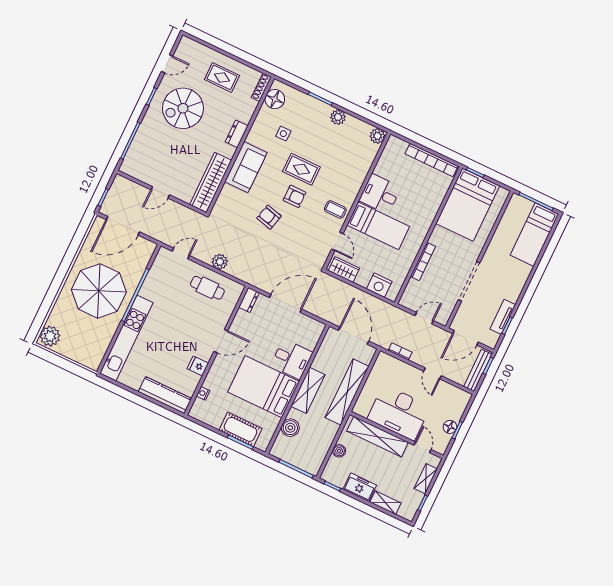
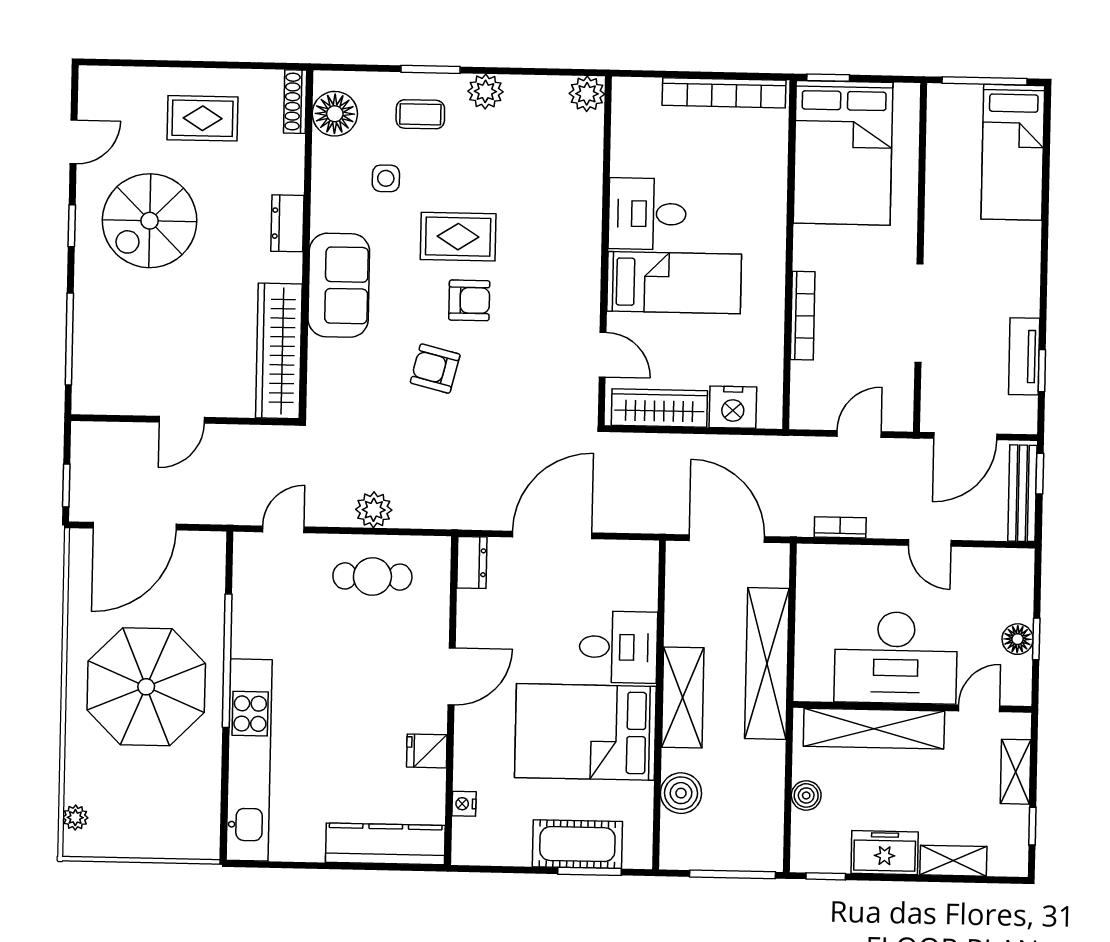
coffee table: (335, 209) -> (420, 114), moved
wardrobe: (344, 269) -> (659, 408), width x1.50
plant: (50, 336) -> (75, 818), width x0.53, depth x0.53
door: (423, 447) -> (979, 708), hinge flipped

